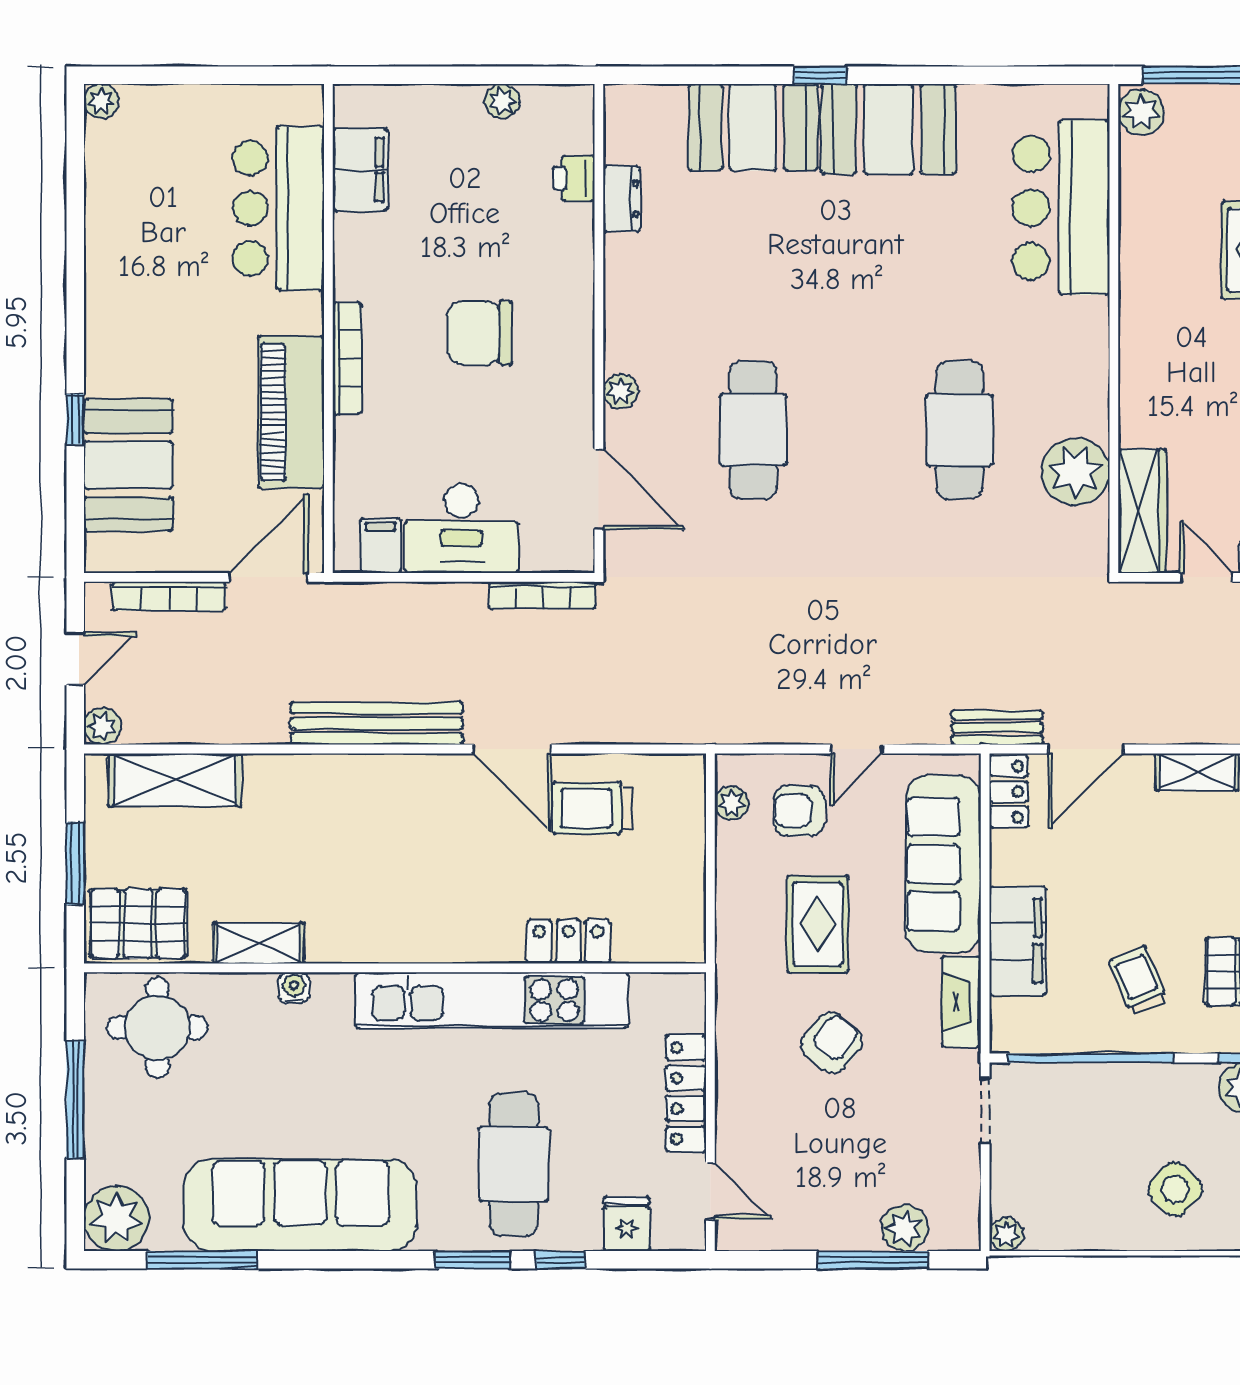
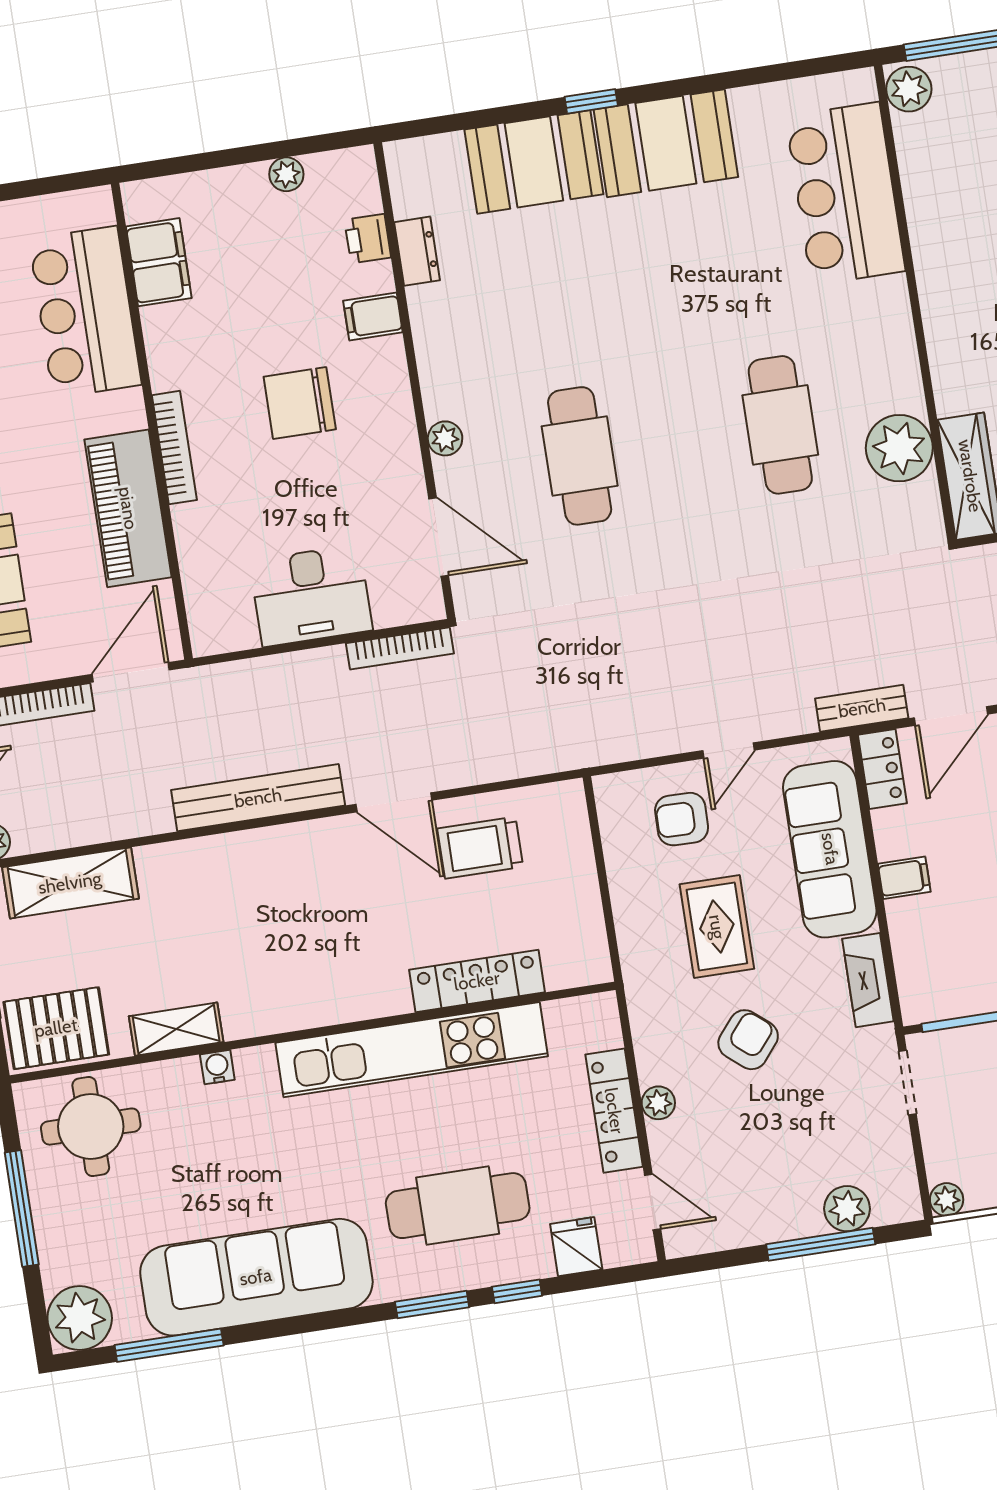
filing cabinet: (381, 546) -> (373, 317), moved, turned -90
plant: (732, 803) -> (658, 1103), moved
filing cabinet: (1018, 941) -> (904, 878), width x0.33, depth x0.86
locker: (568, 942) -> (477, 981), width x1.53
cafe table: (514, 1164) -> (458, 1206), turned 90

